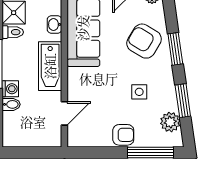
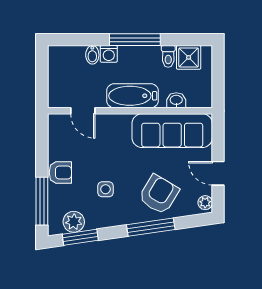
window: (175, 49) -> (151, 227), width x1.44
window: (183, 101) -> (80, 237), moved
armchair: (123, 135) -> (60, 173), turned -90

